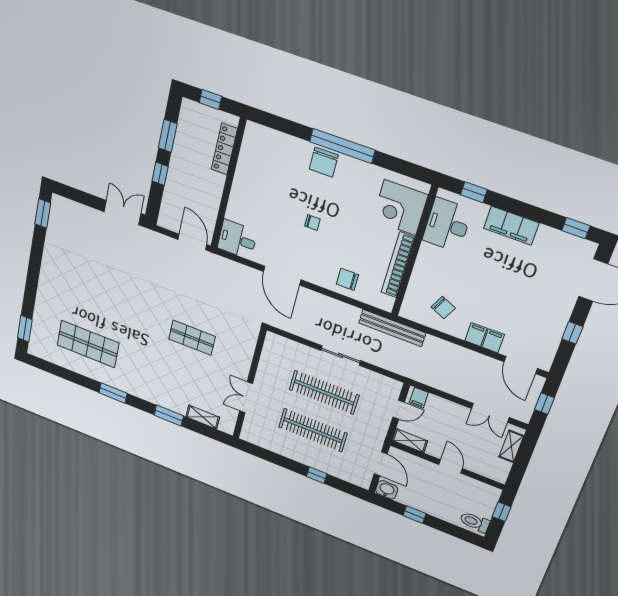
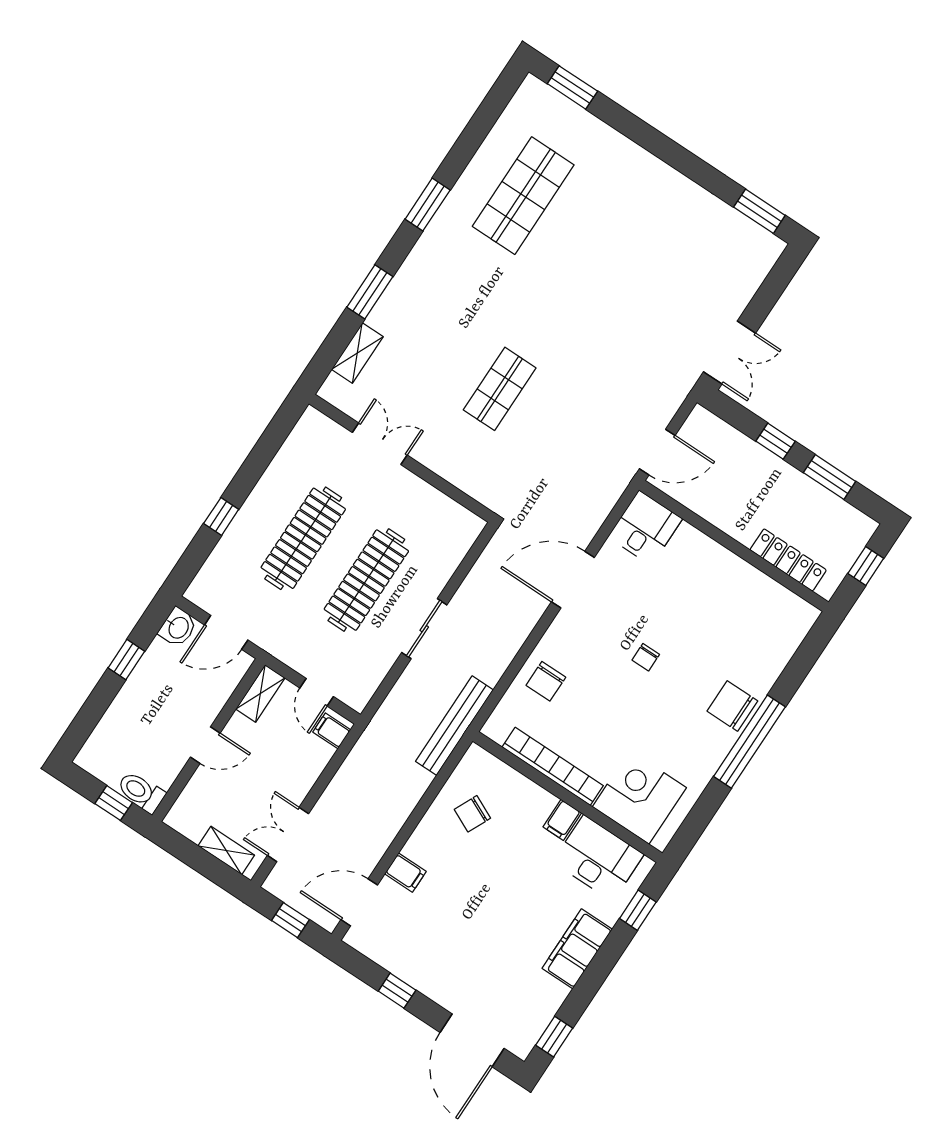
chair: (347, 279) -> (546, 681), turned 180
filing cabinet: (476, 335) -> (562, 820), moved, turned 90
toilet: (475, 522) -> (141, 792), moved, turned -90

